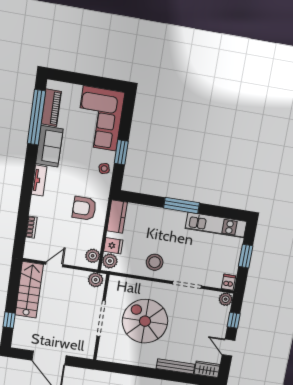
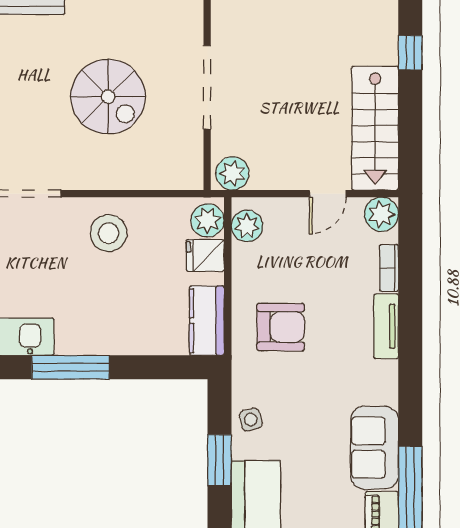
tv unit: (39, 181) -> (386, 326), moved
plant: (32, 252) -> (381, 214), added
spiral stairs: (145, 321) -> (108, 97), width x0.73, depth x0.73

